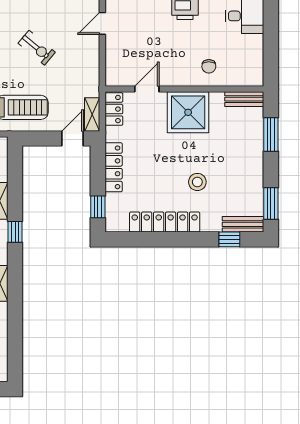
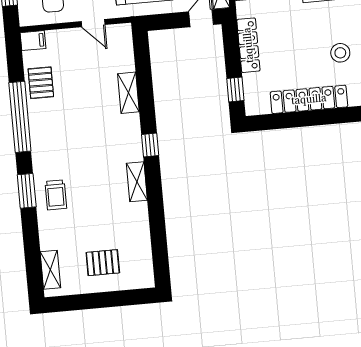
window: (15, 232) -> (150, 145), moved

